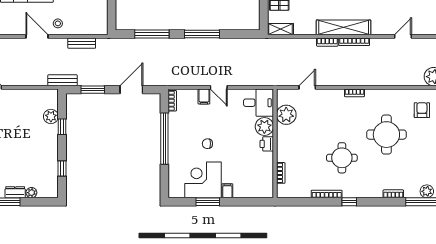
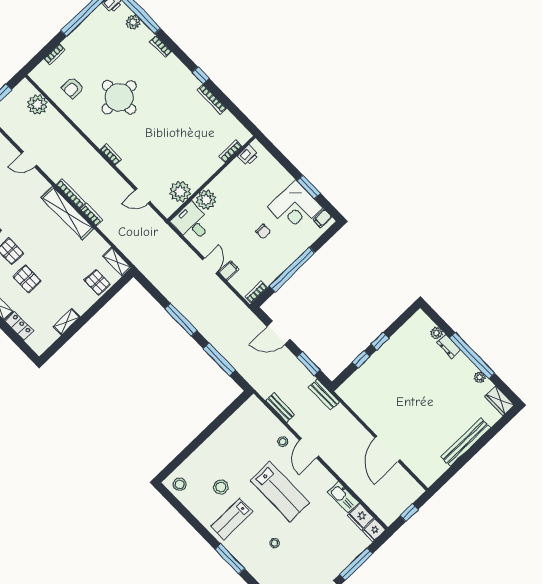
plant: (51, 116) -> (361, 376), removed
printer: (267, 144) -> (248, 155), moved
round table: (342, 158) -> (172, 115), removed
window: (62, 169) -> (380, 341), moved
filing cabinet: (227, 191) -> (322, 218), moved

